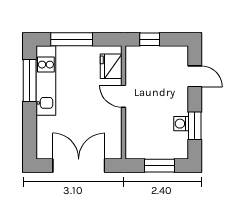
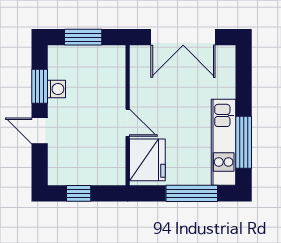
window: (150, 39) -> (79, 193), moved
fridge: (111, 66) -> (147, 160), width x1.36, depth x1.34
door: (195, 76) -> (40, 131), moved

